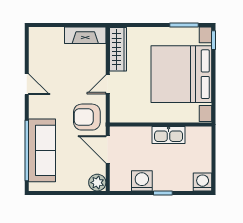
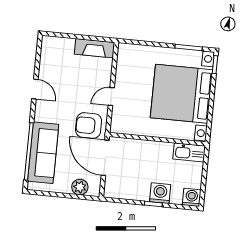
wardrobe: (118, 49) -> (124, 64), removed
kitchen sink: (169, 135) -> (189, 152), moved
door: (108, 149) -> (105, 158), width x1.36
washing machine: (142, 181) -> (160, 193), moved
plant: (97, 183) -> (80, 187), moved

